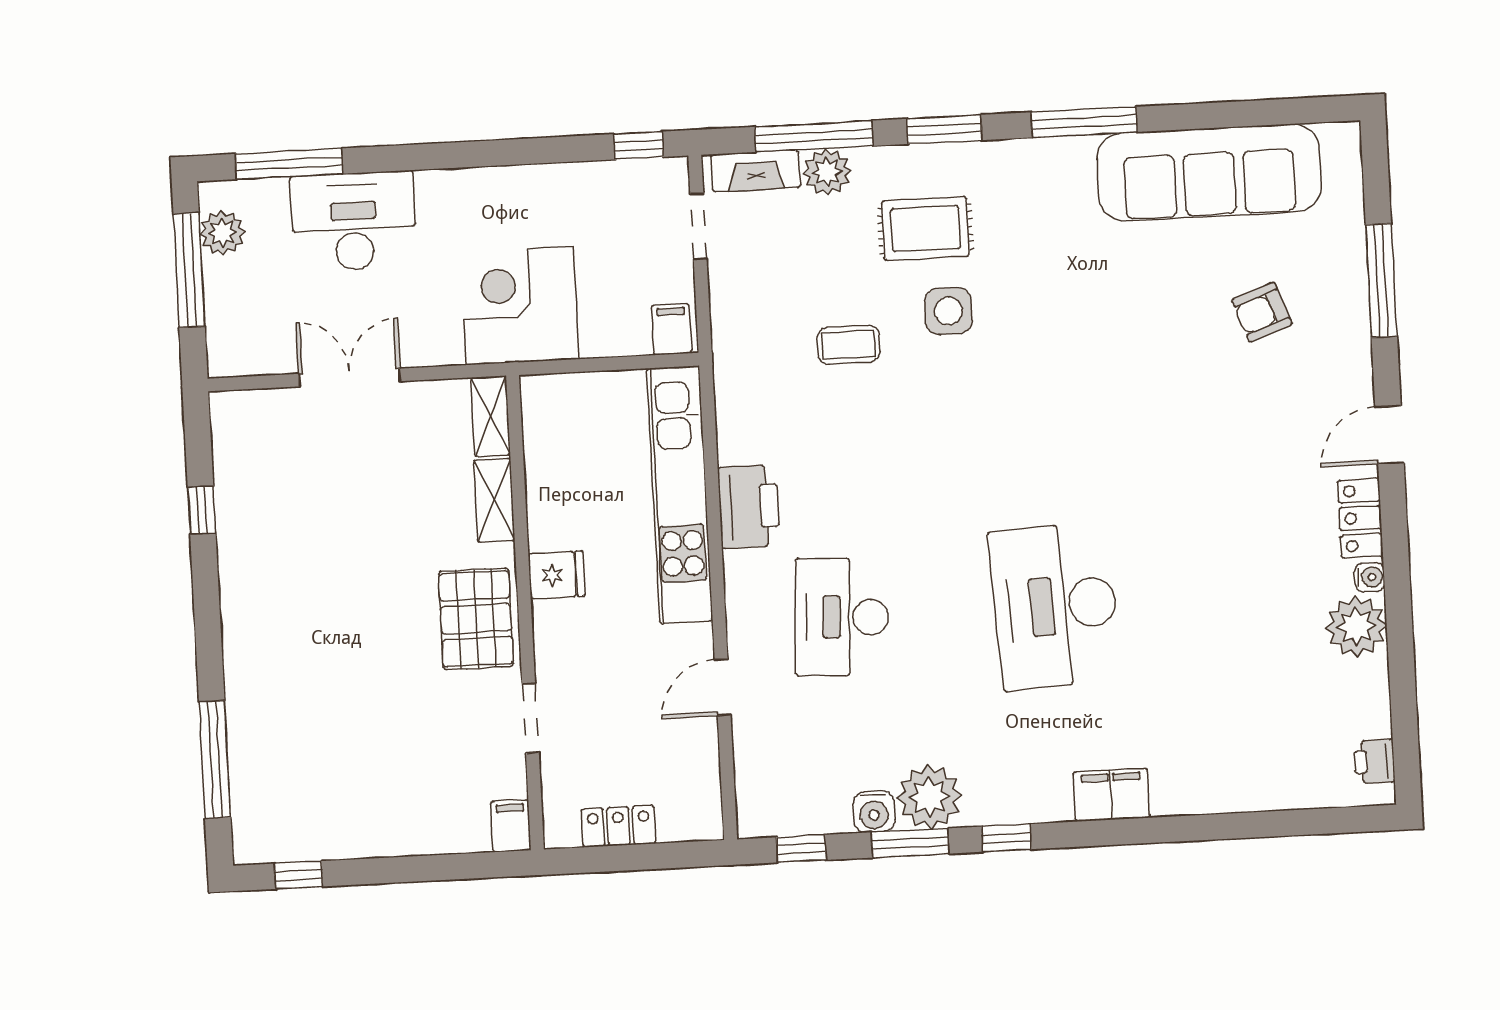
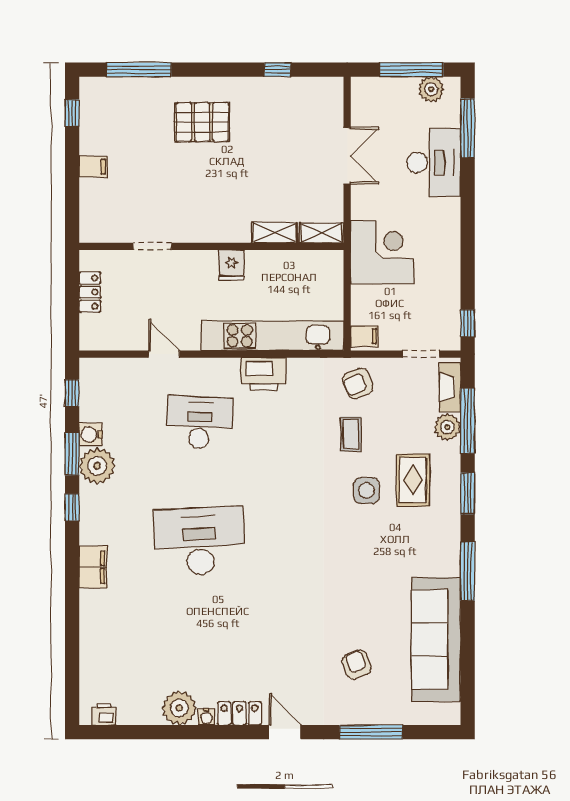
armchair: (757, 337) -> (358, 383), added
pallet: (476, 619) -> (202, 122), moved
filing cabinet: (511, 826) -> (93, 167), moved

